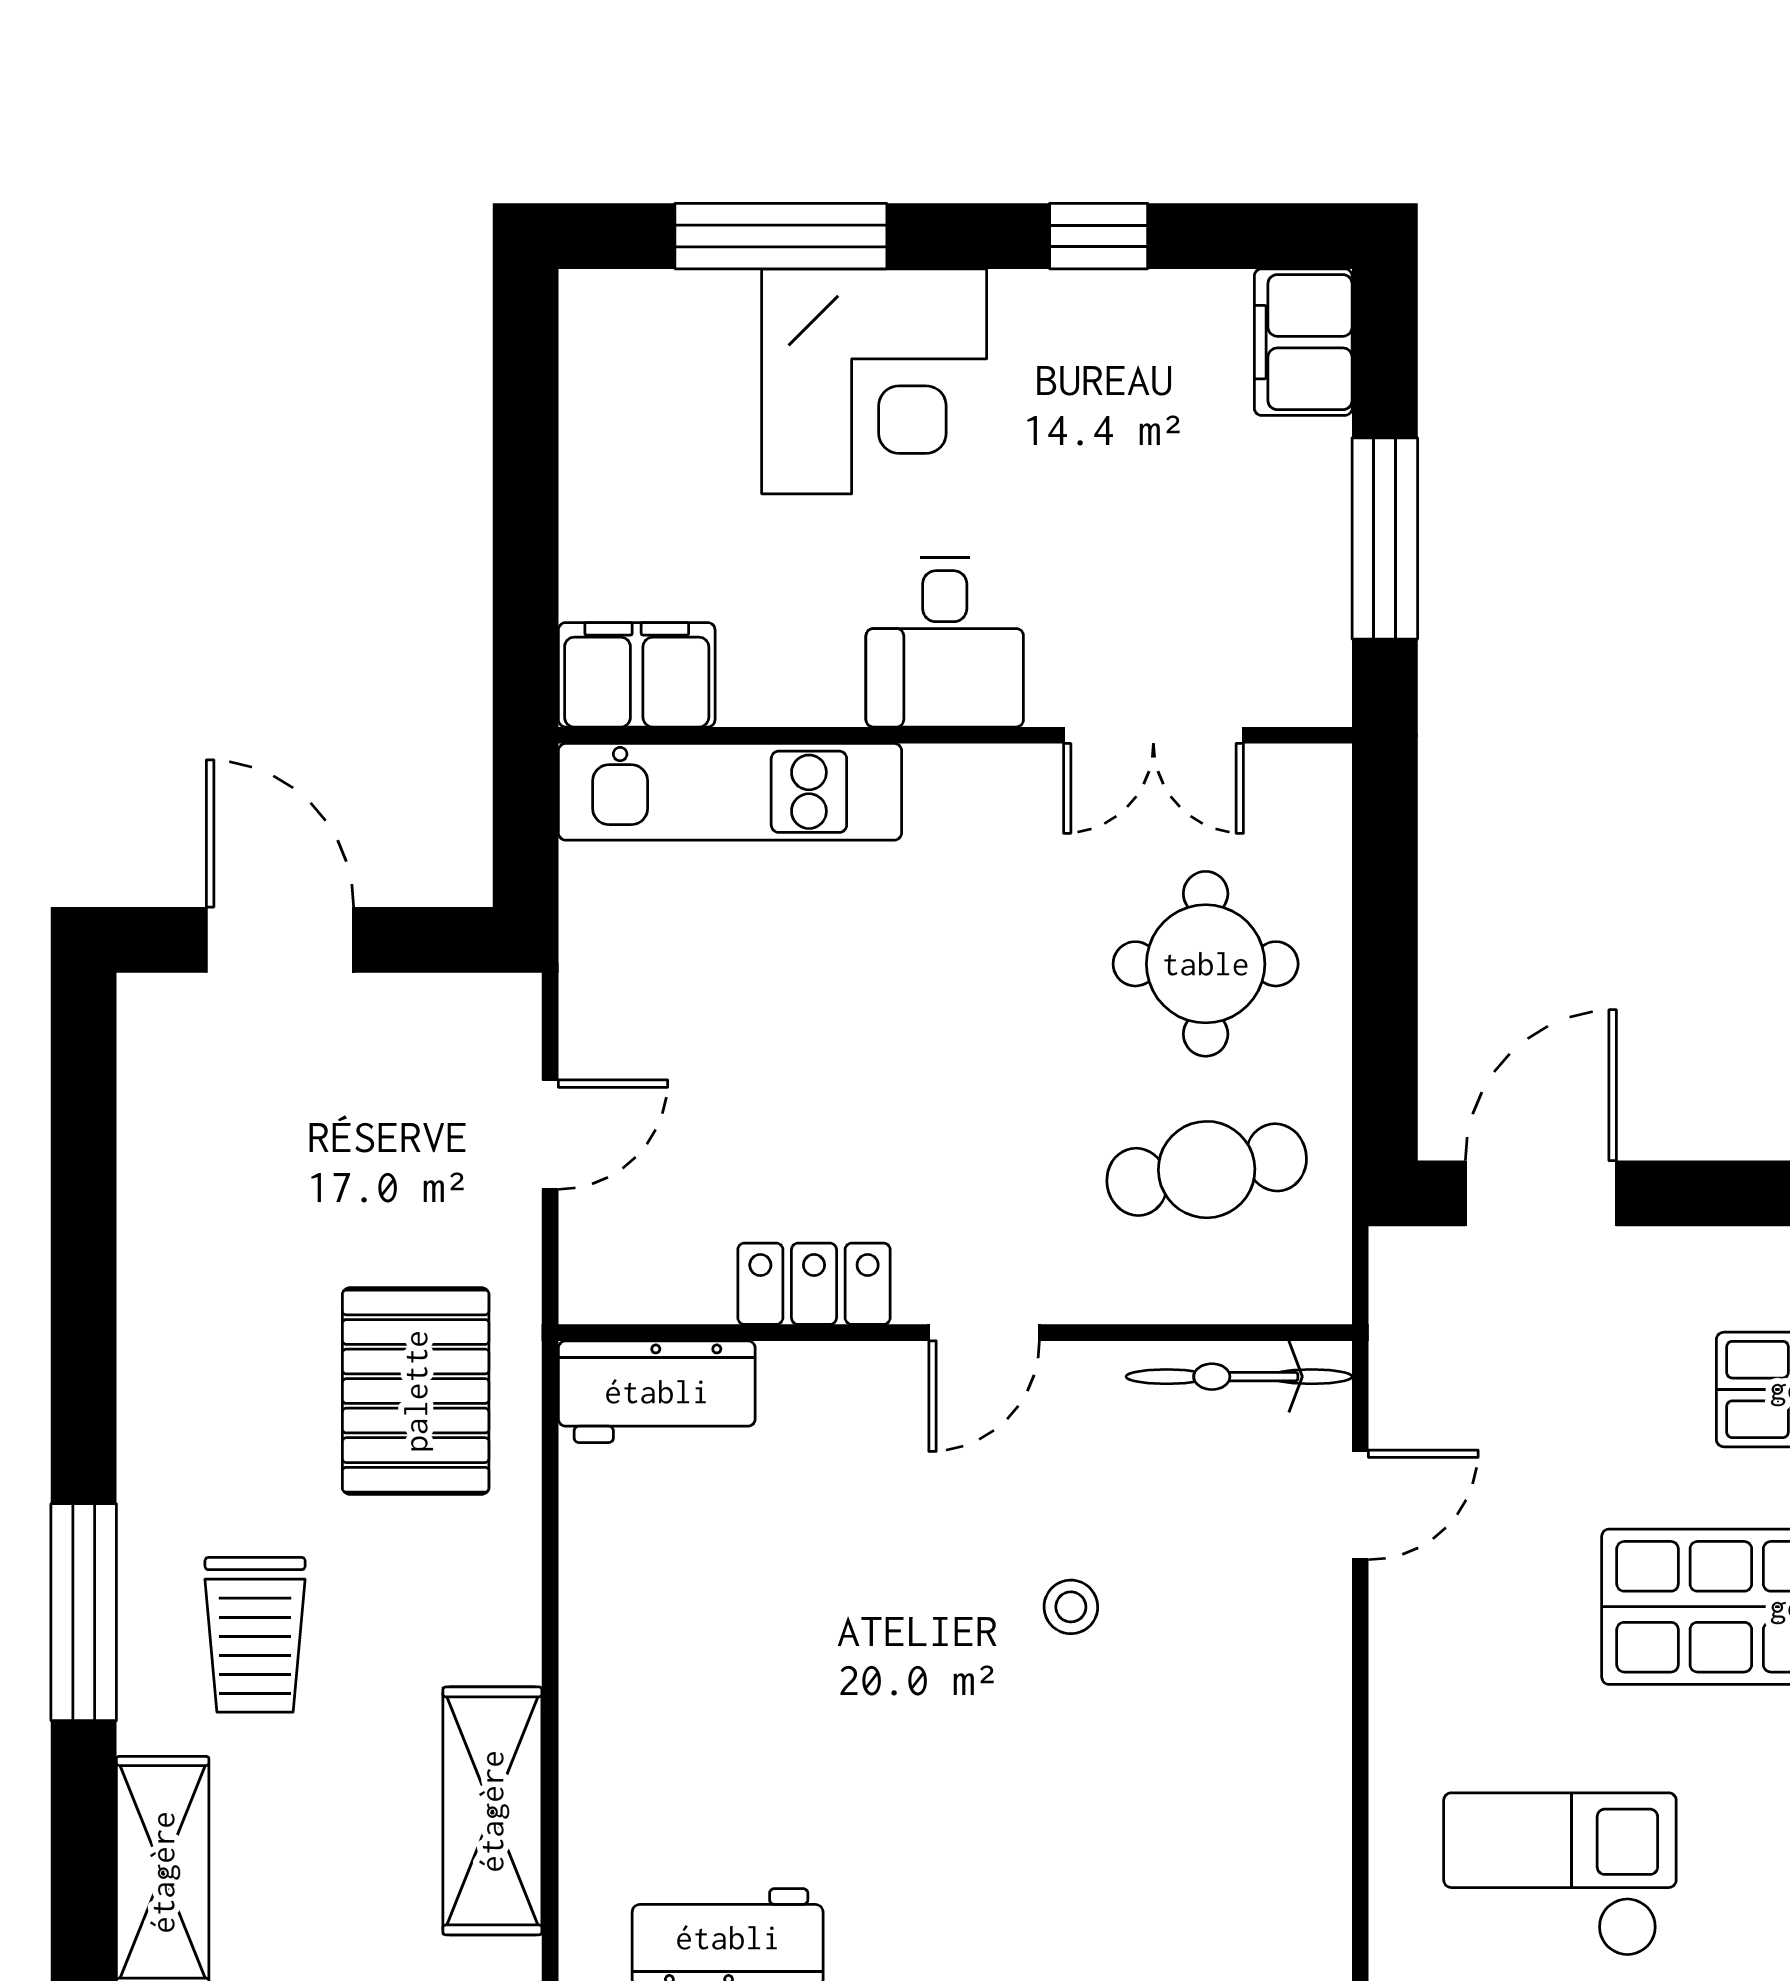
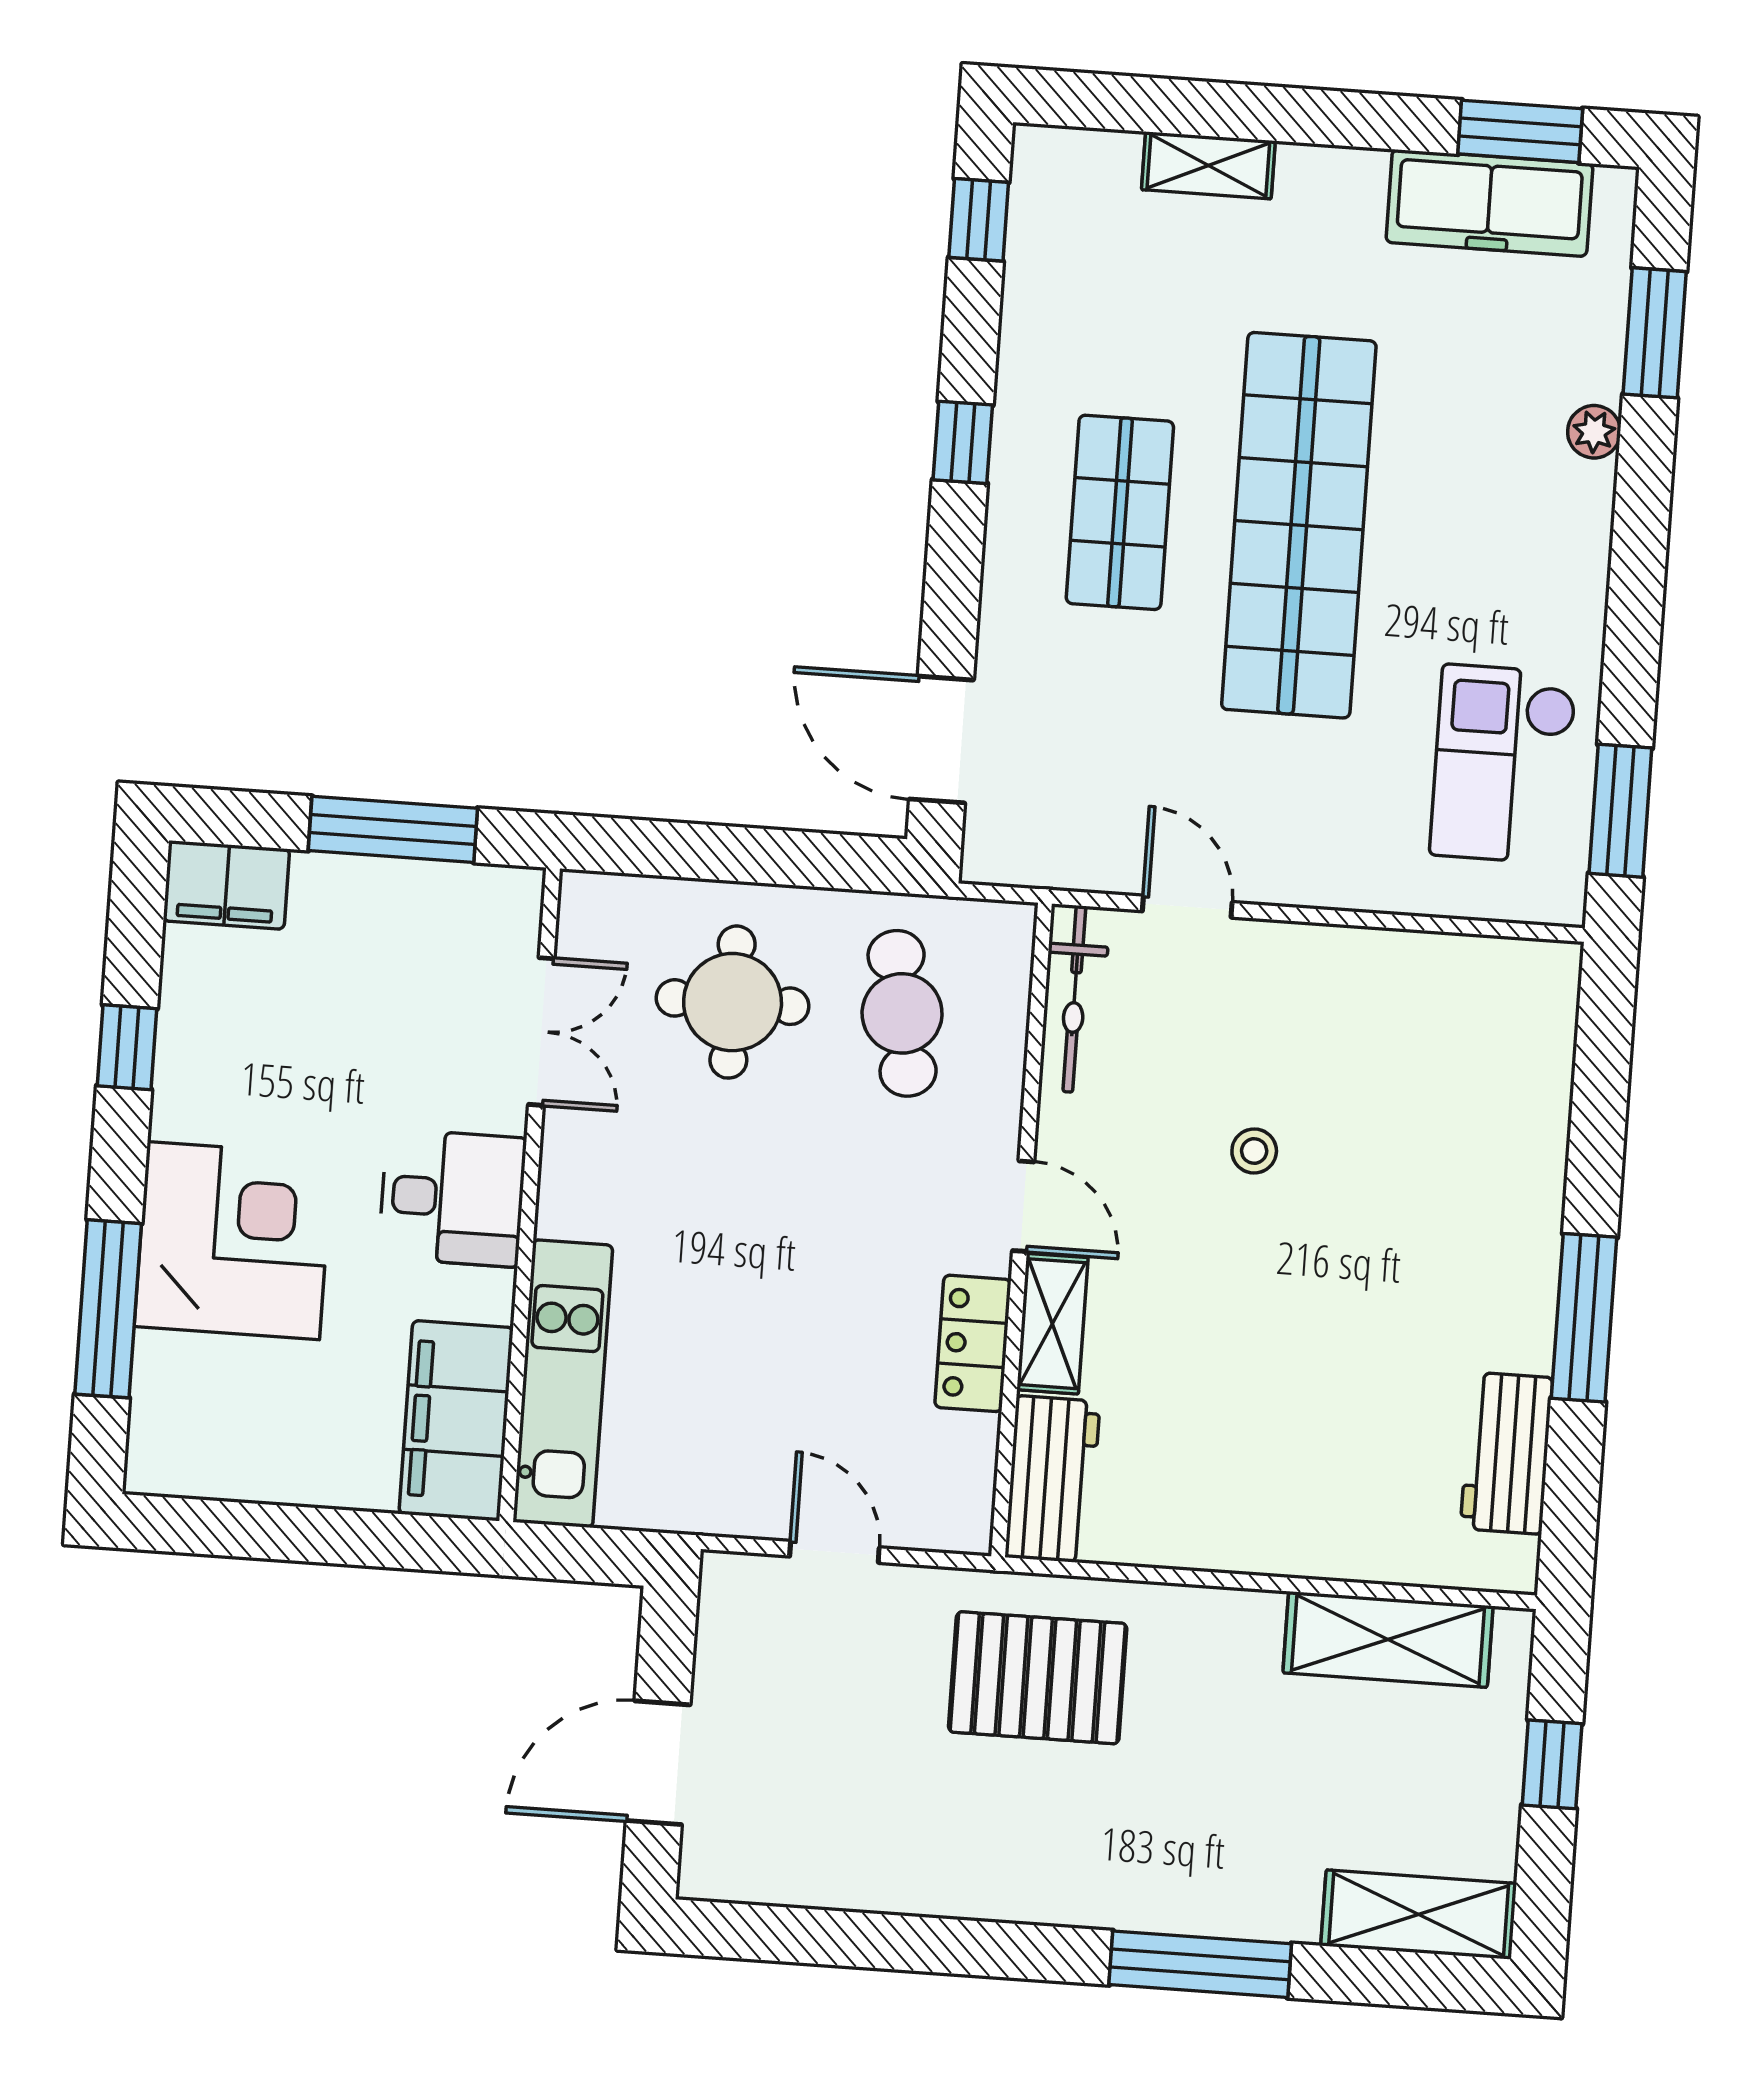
filing cabinet: (637, 675) -> (456, 1421), width x1.50, depth x1.17
shelving: (845, 1378) -> (1052, 1324), added
trolley: (255, 1635) -> (1229, 1824), removed

